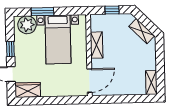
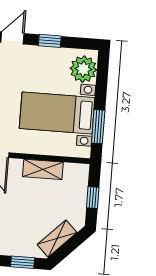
window: (42, 12) -> (98, 127), moved
window: (160, 52) -> (23, 262), added

